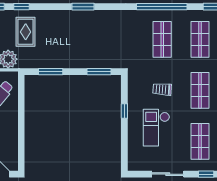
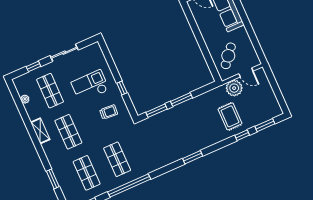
window: (51, 72) -> (181, 100), moved
trolley: (162, 89) -> (109, 112), moved
checkout: (156, 128) -> (90, 86), turned -90

